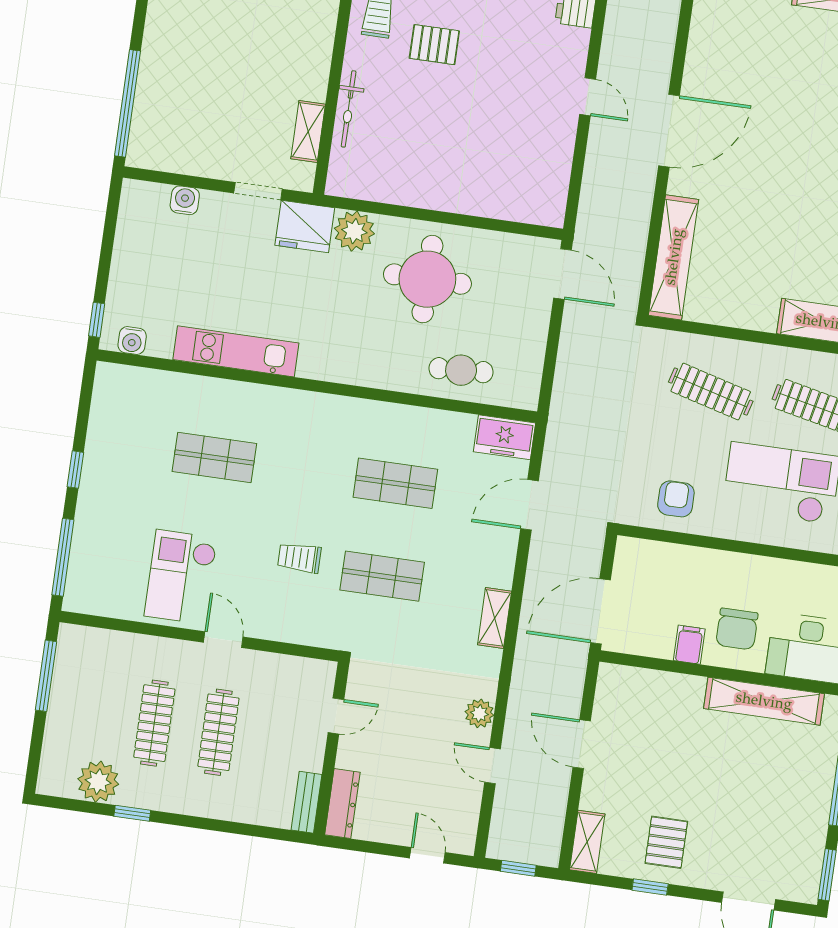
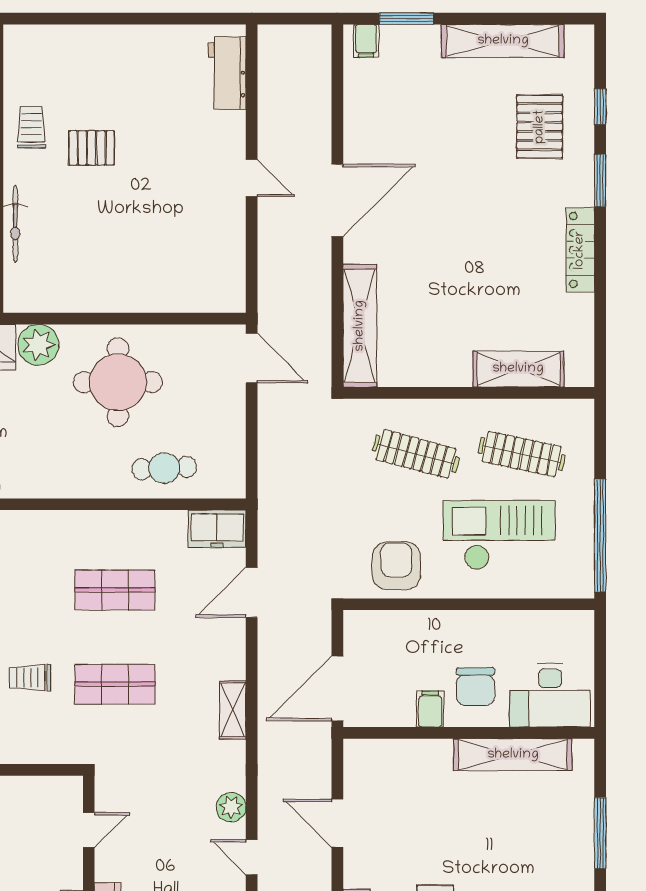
armchair: (676, 499) -> (396, 566), width x1.38, depth x1.38

